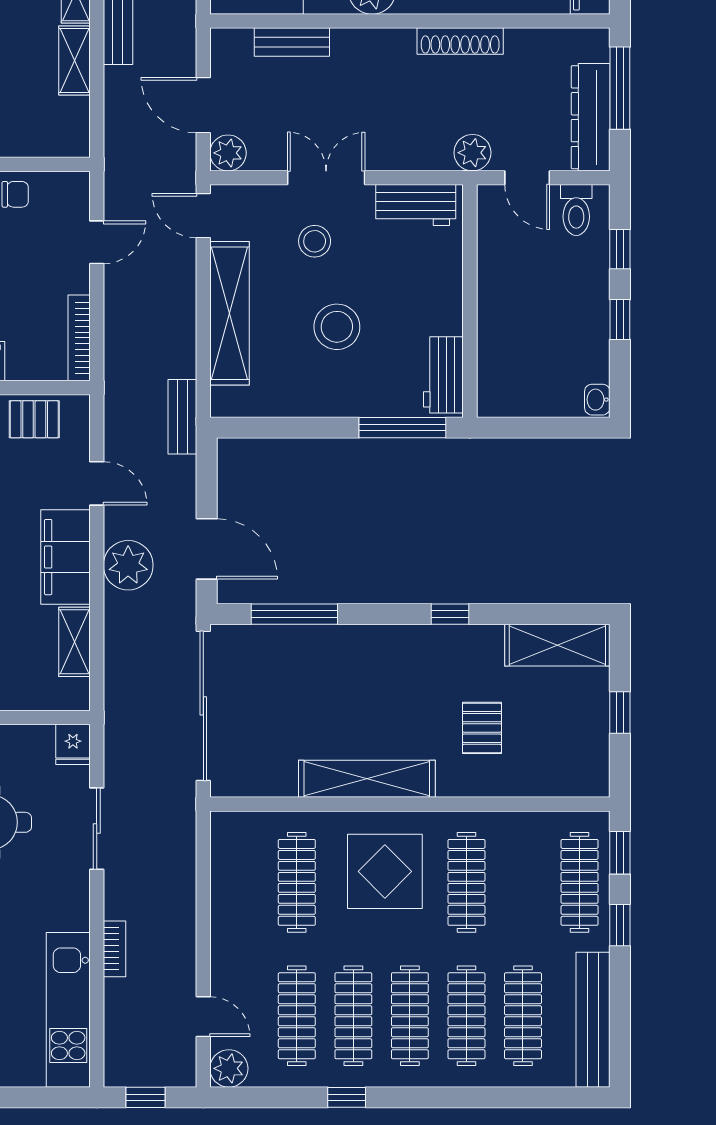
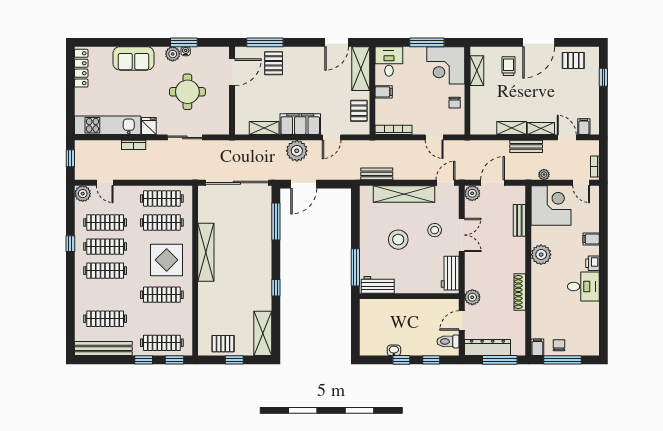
washbasin: (597, 400) -> (394, 350), moved
bench: (182, 417) -> (377, 174), moved
pallet: (482, 728) -> (223, 344), moved
fridge: (73, 744) -> (149, 126), moved, turned 90
clothes rail: (466, 1016) -> (162, 198), moved
door: (203, 1017) -> (105, 183), hinge flipped

